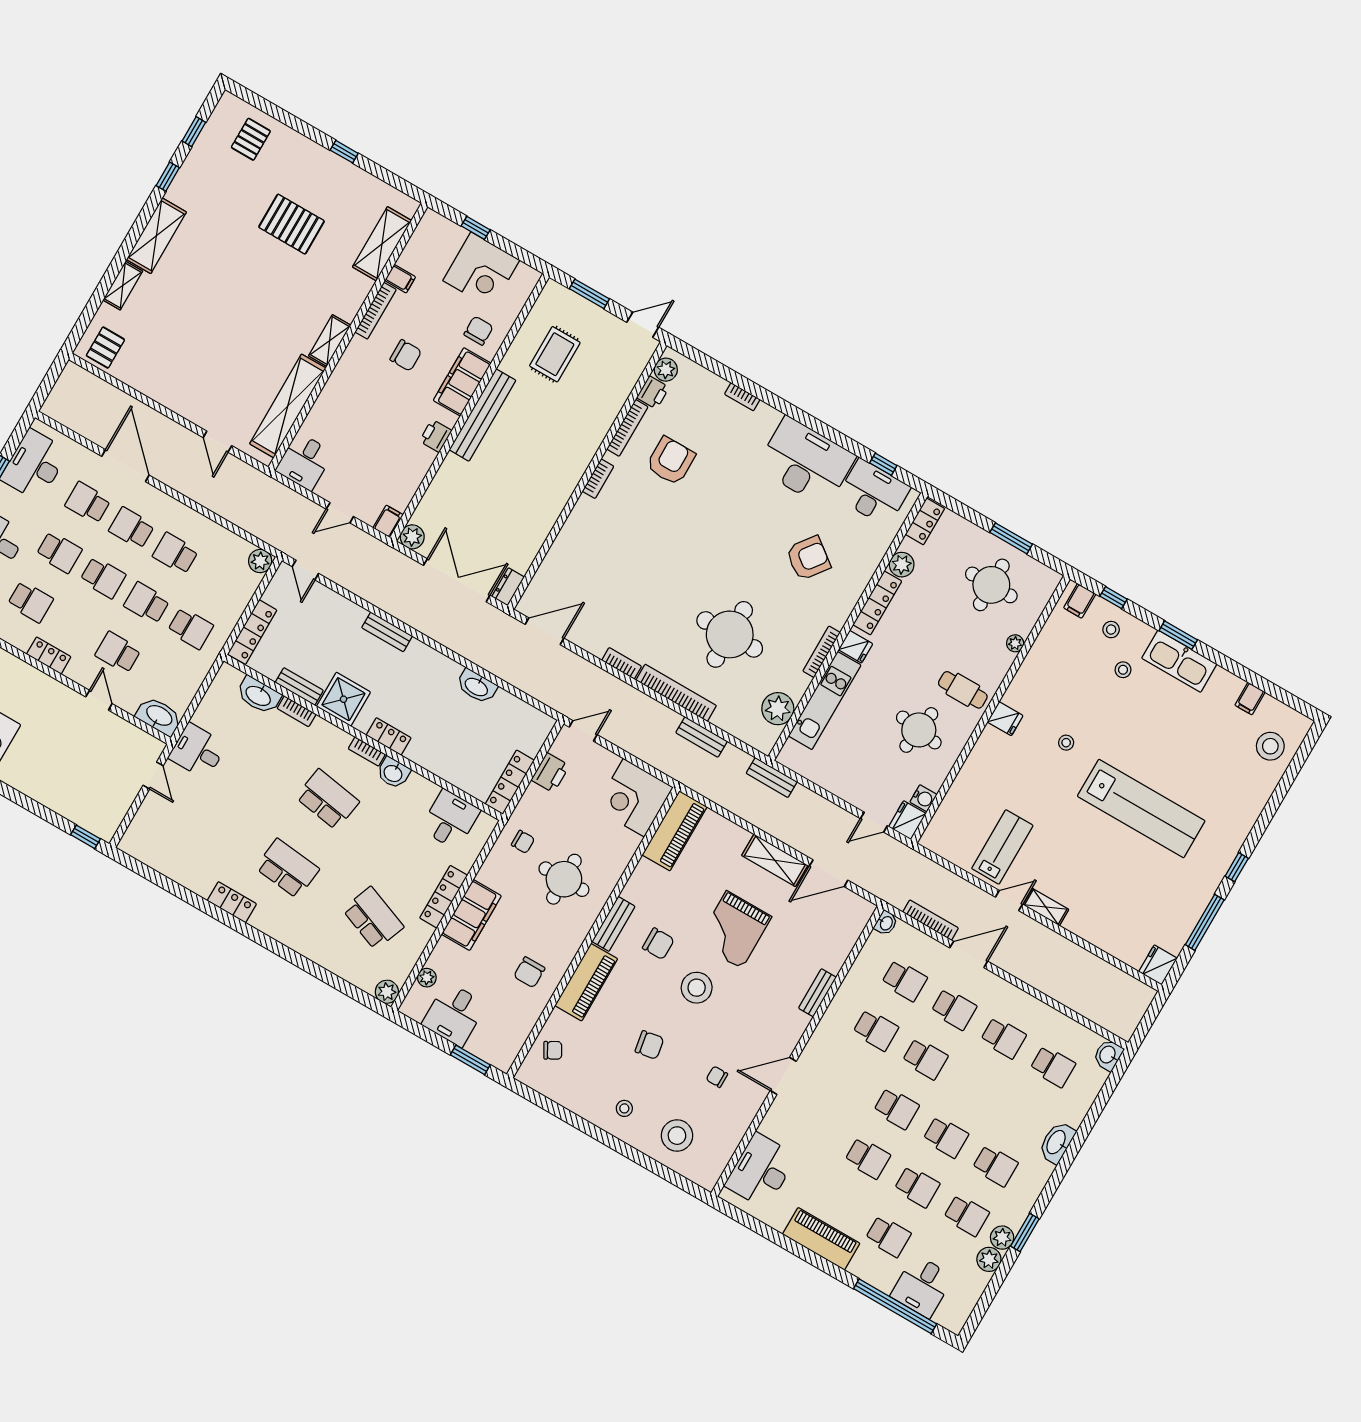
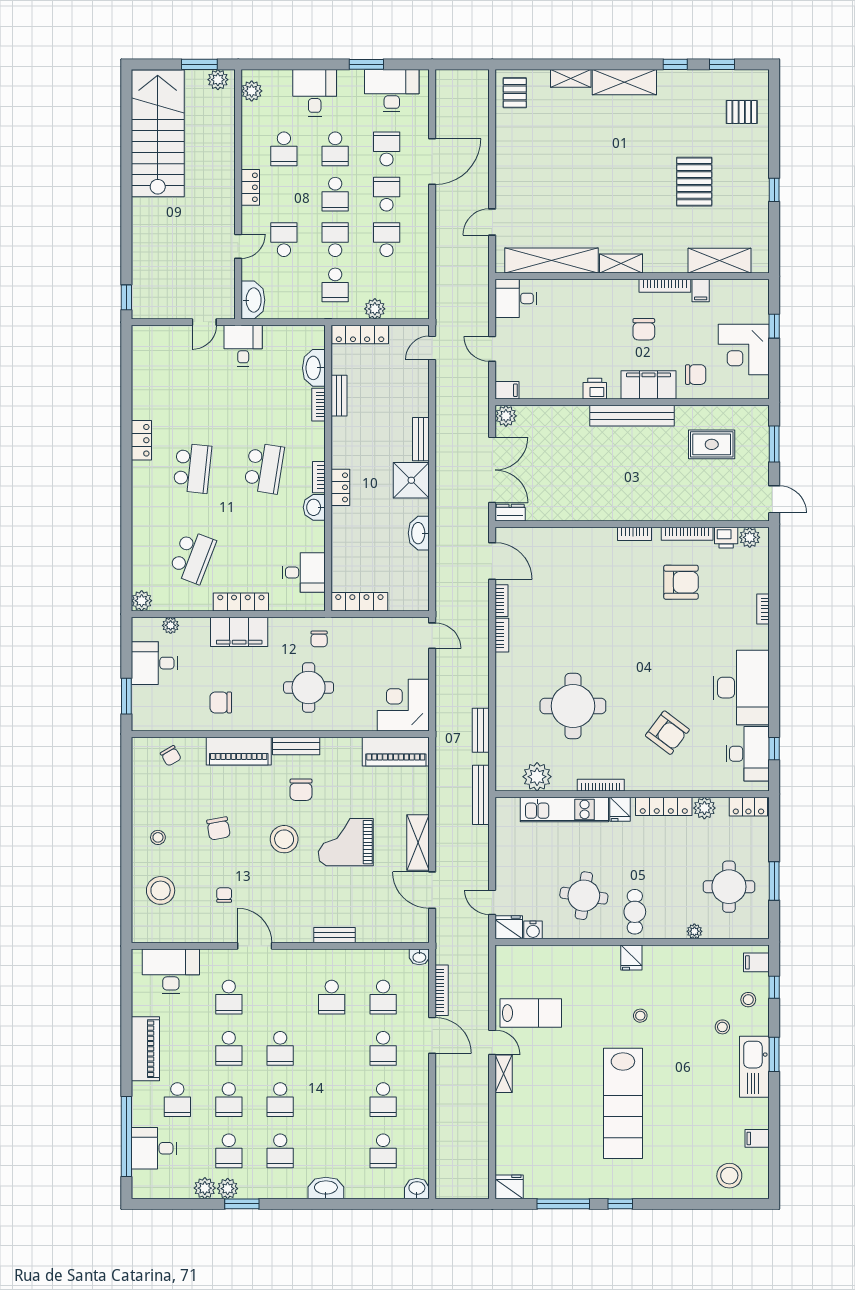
pallet: (105, 348) -> (515, 93), turned 90
plant: (260, 561) -> (375, 309), moved
bookcase: (676, 693) -> (502, 601), moved, width x0.43, depth x0.76
shower: (343, 699) -> (411, 480), moved
printer: (550, 773) -> (385, 629), removed
bench: (772, 778) -> (481, 795), width x1.36
school desk: (925, 1059) -> (229, 997), moved

